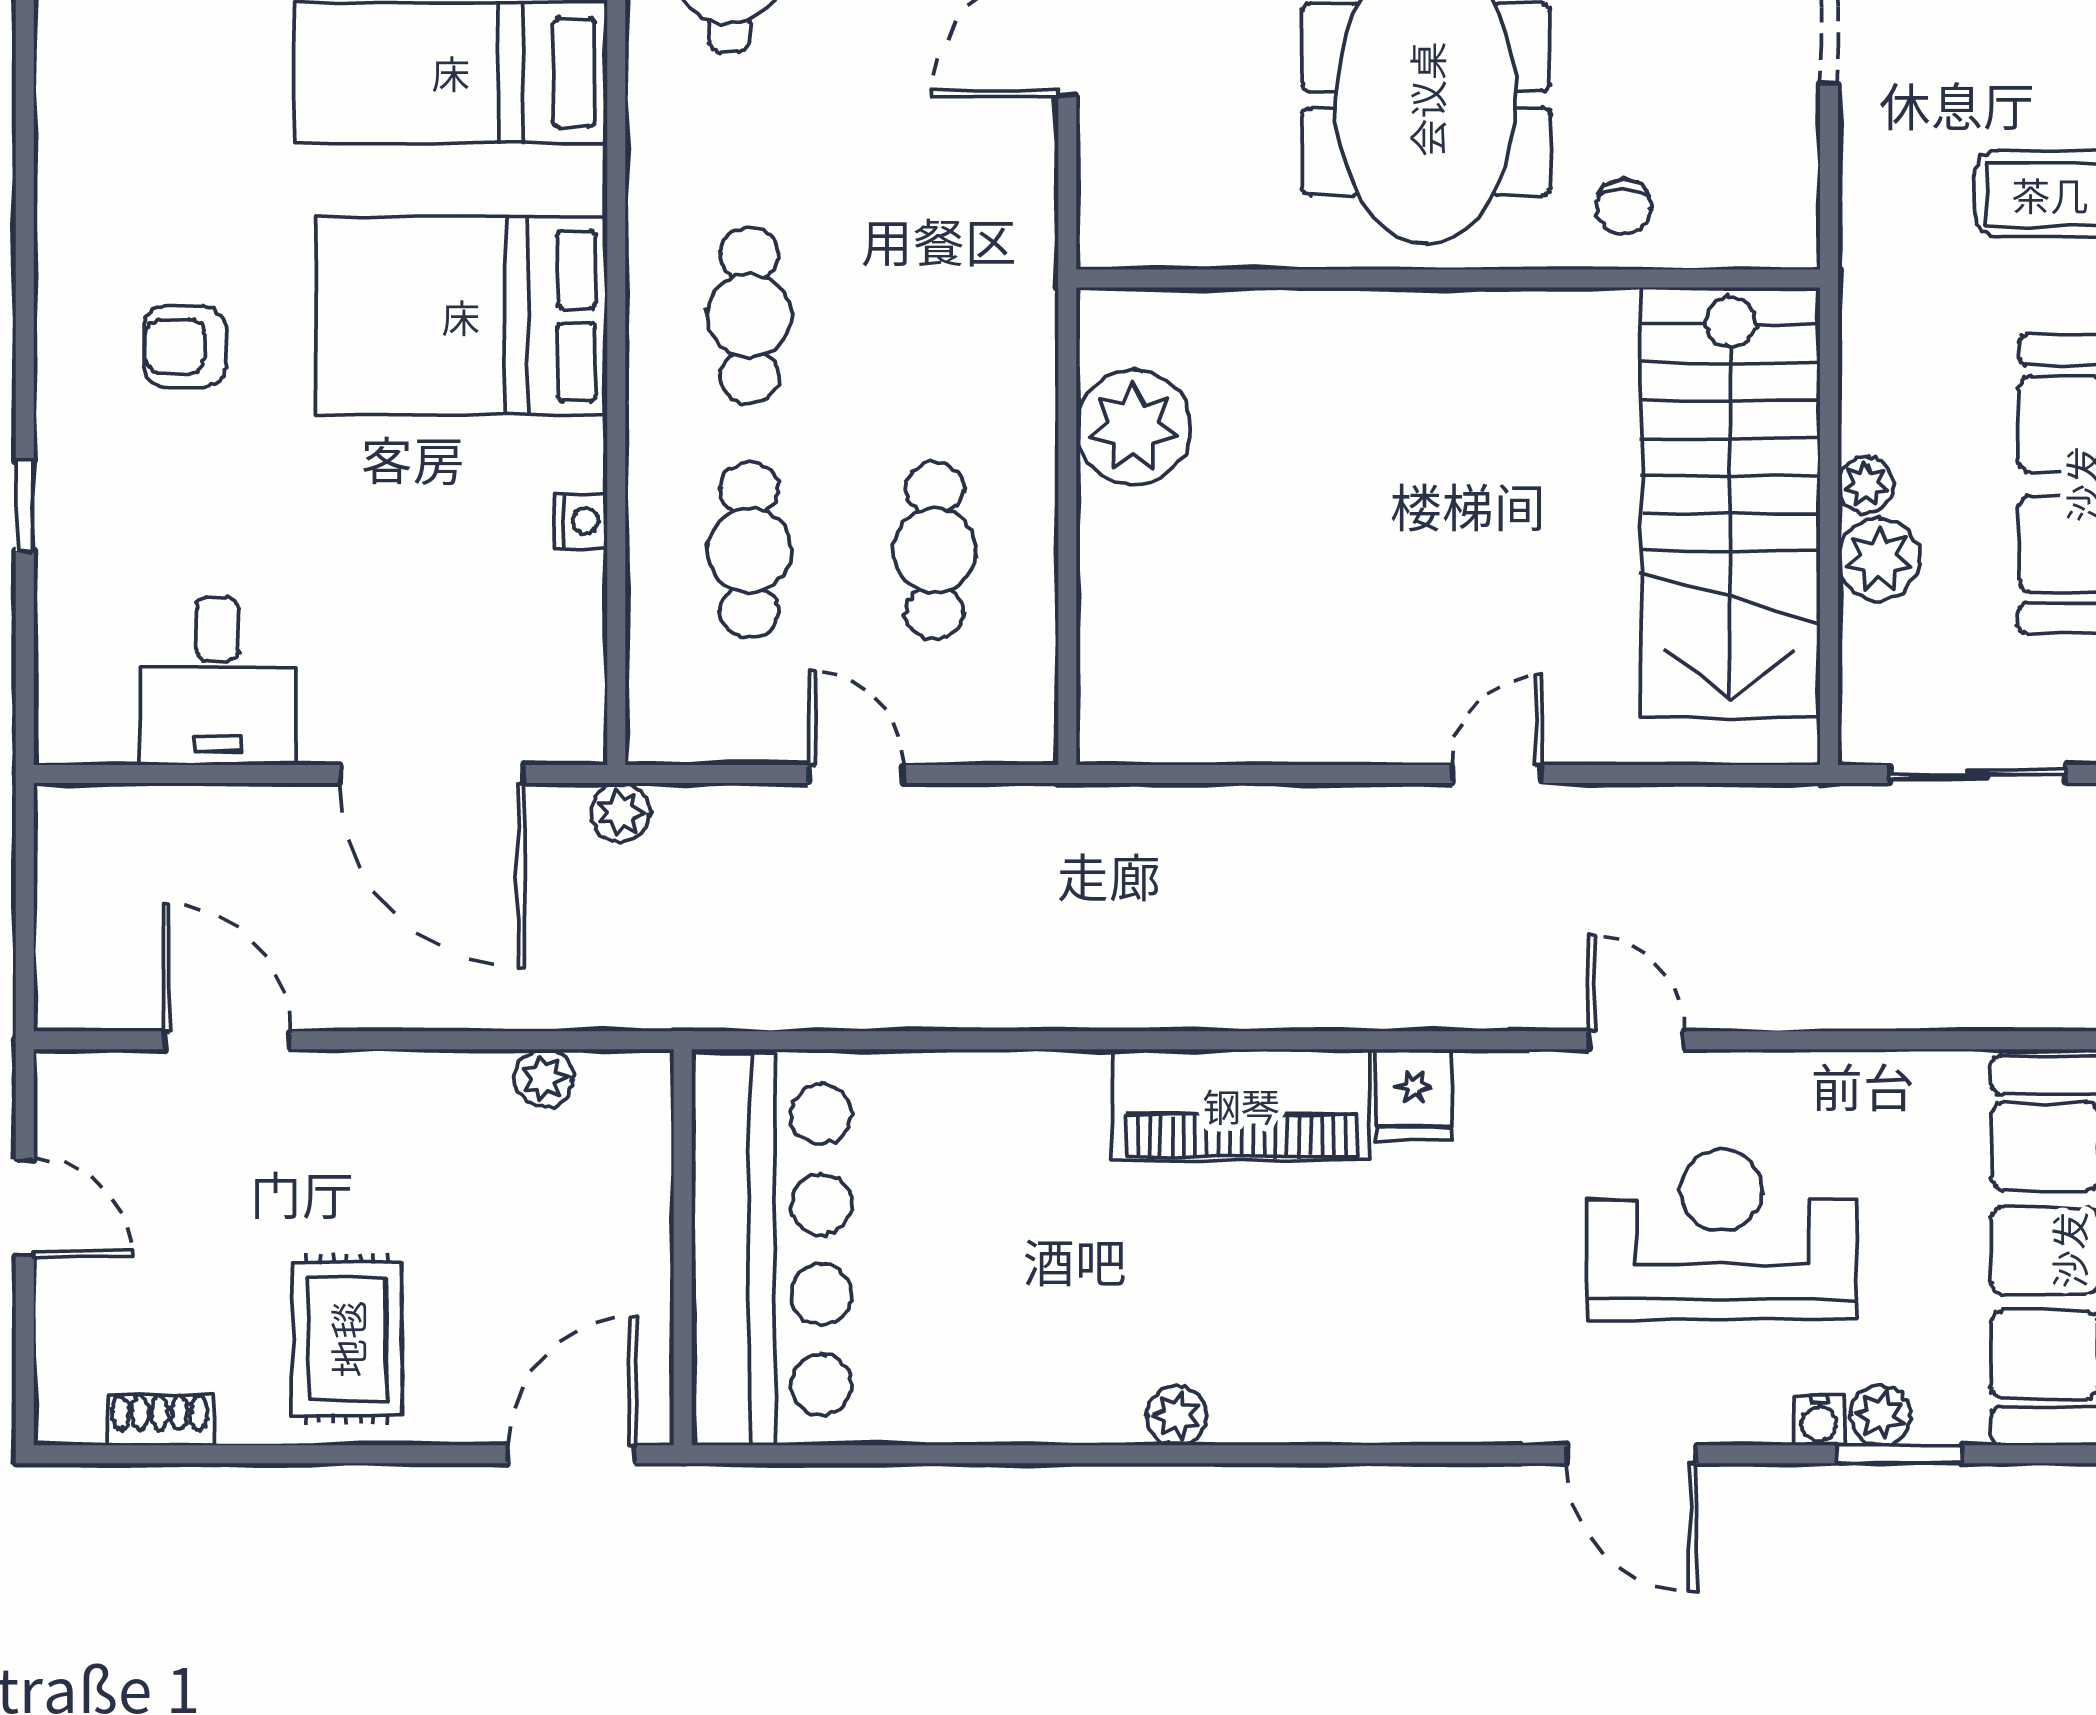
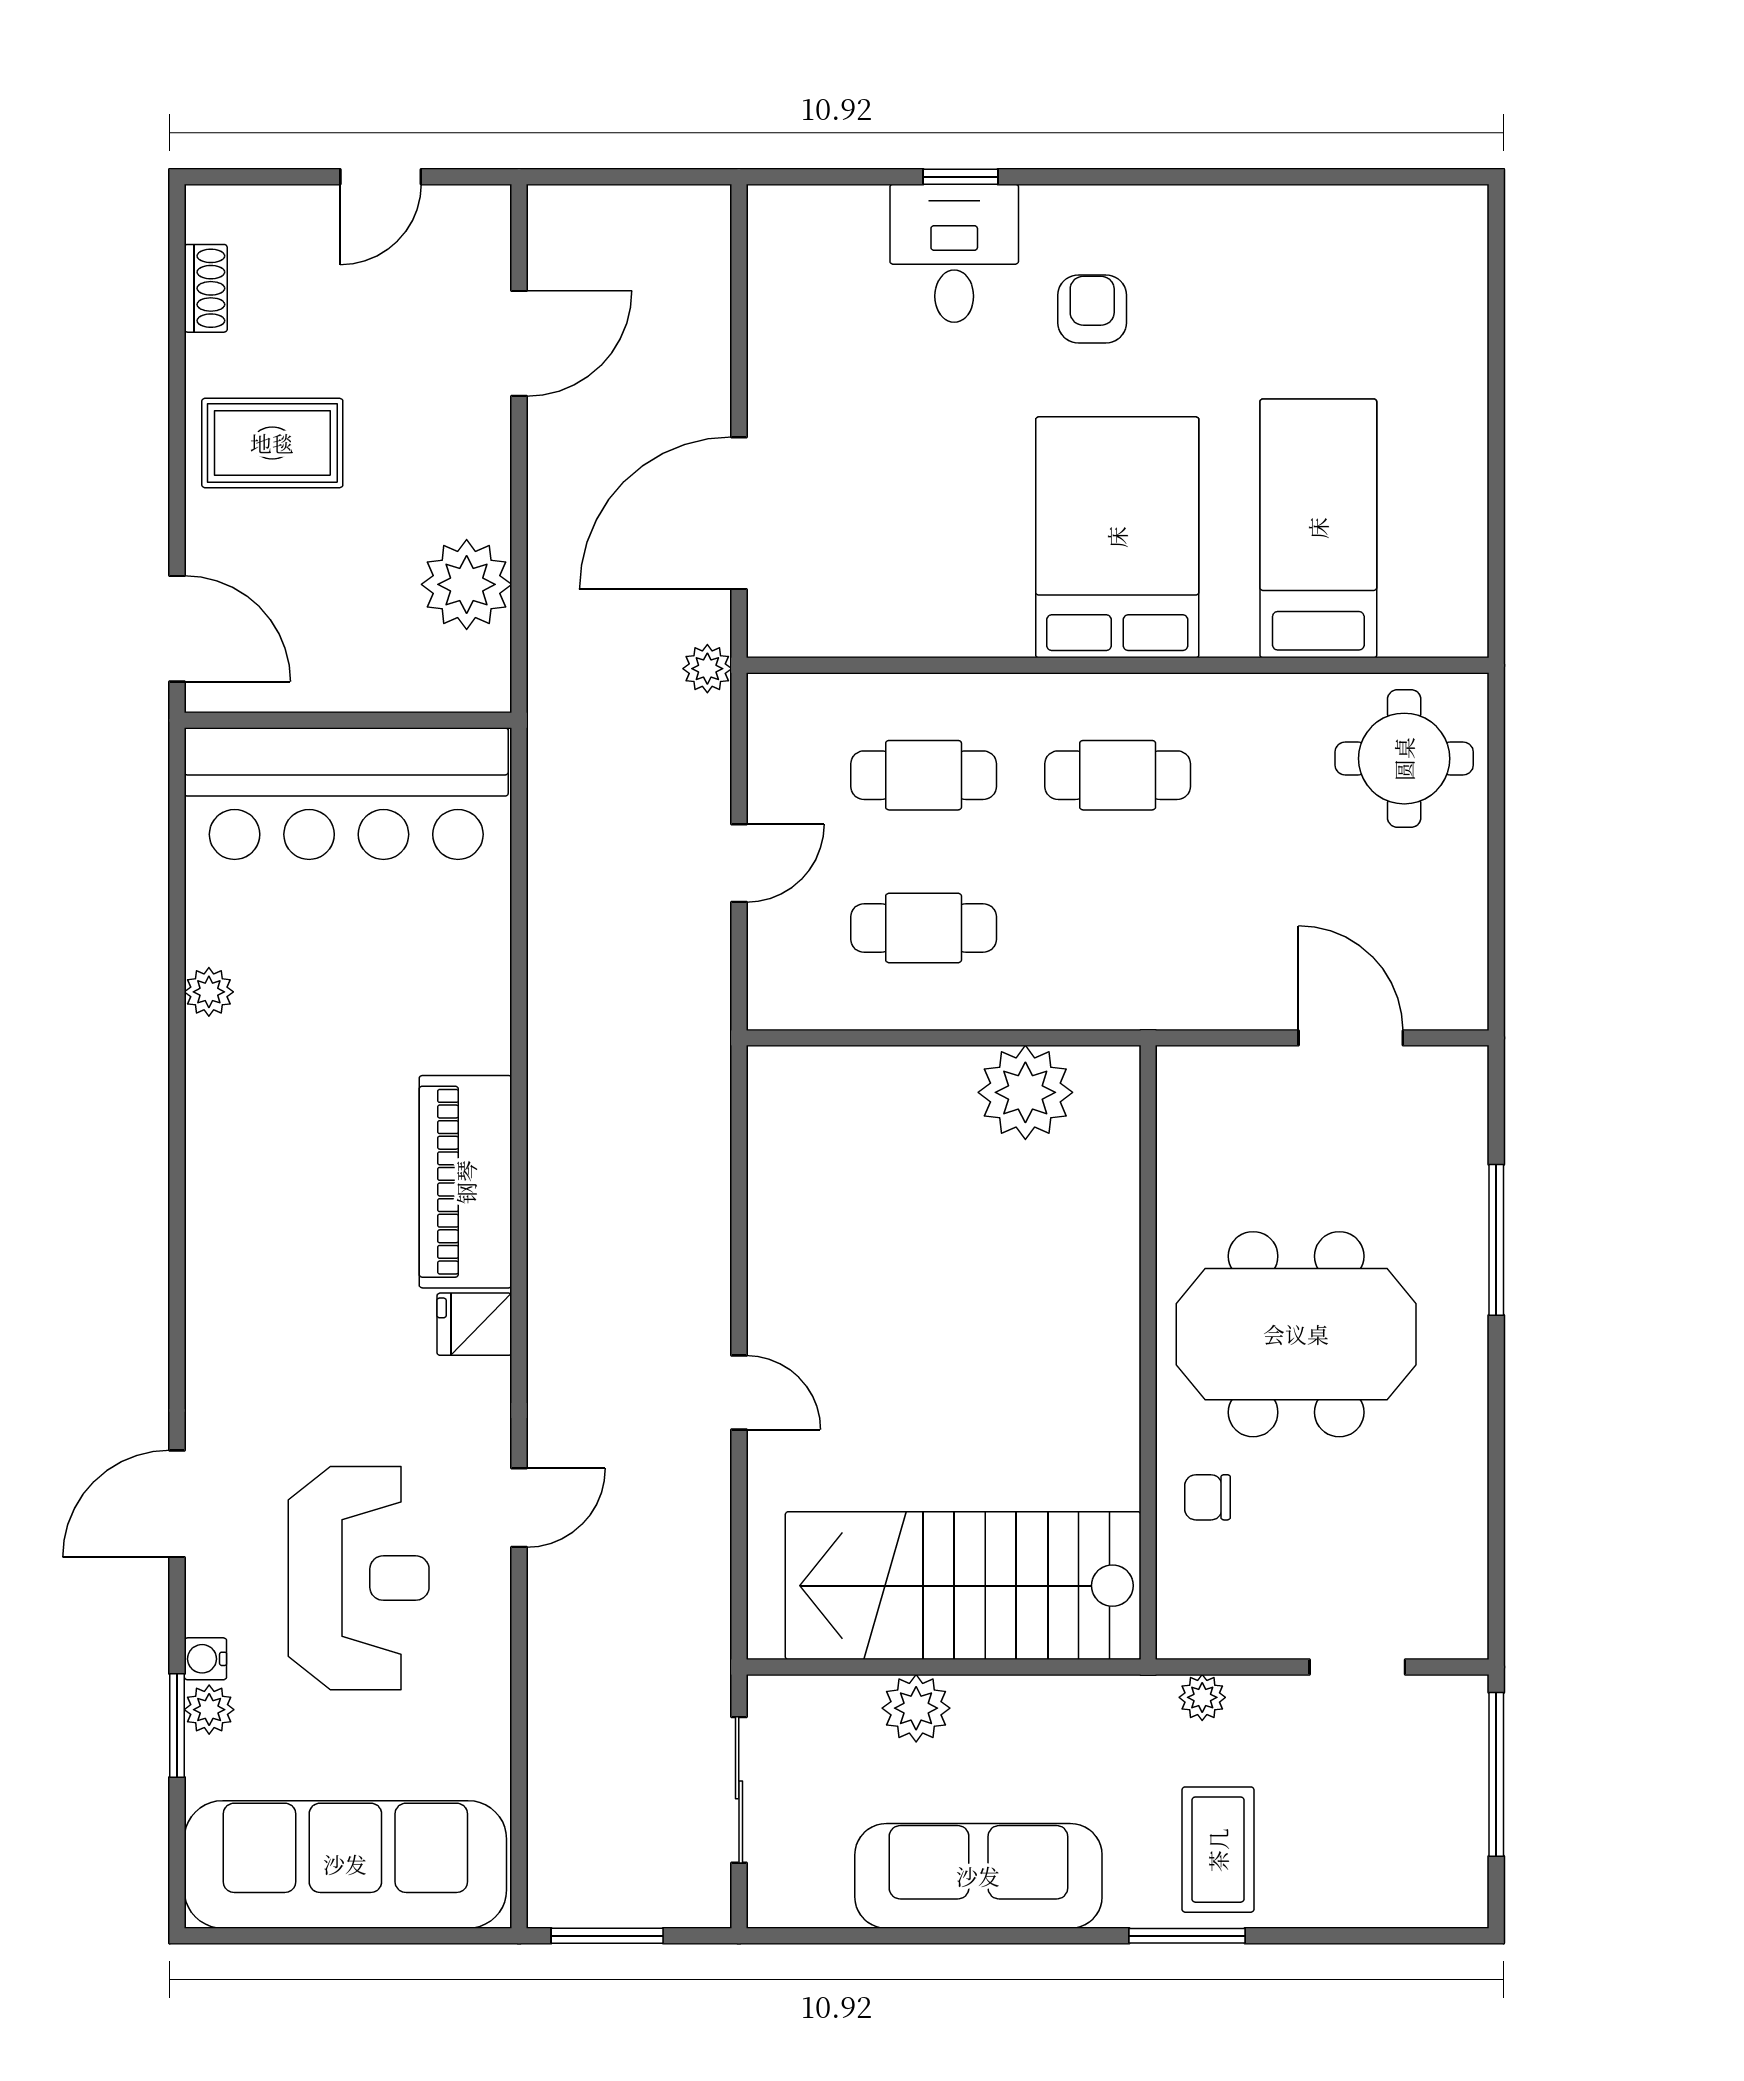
plant: (1866, 485) -> (1202, 1697), moved
nightstand: (581, 521) -> (948, 636), removed
desk: (218, 681) -> (954, 253), moved, turned 90
plant: (544, 1078) -> (467, 584), width x1.87, depth x1.87
plant: (1176, 1416) -> (209, 992), moved

